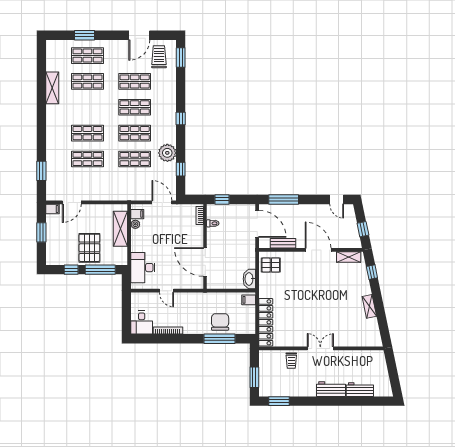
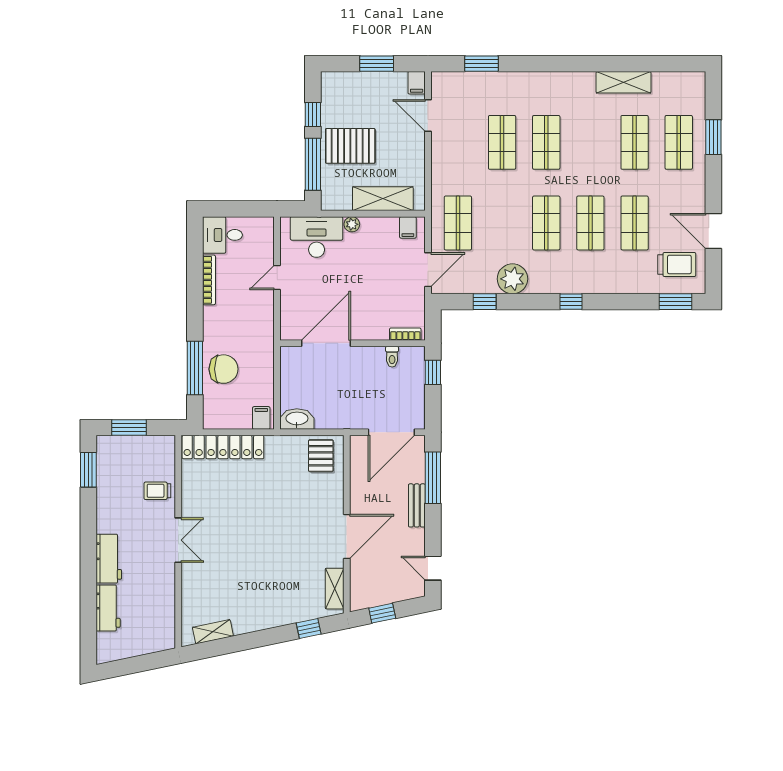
shop shelf: (135, 159) -> (458, 223), moved
door: (337, 199) -> (433, 568), hinge flipped
plant: (135, 224) -> (352, 224), moved
bench: (283, 243) -> (417, 505), moved
shelving: (369, 306) -> (213, 632), moved

